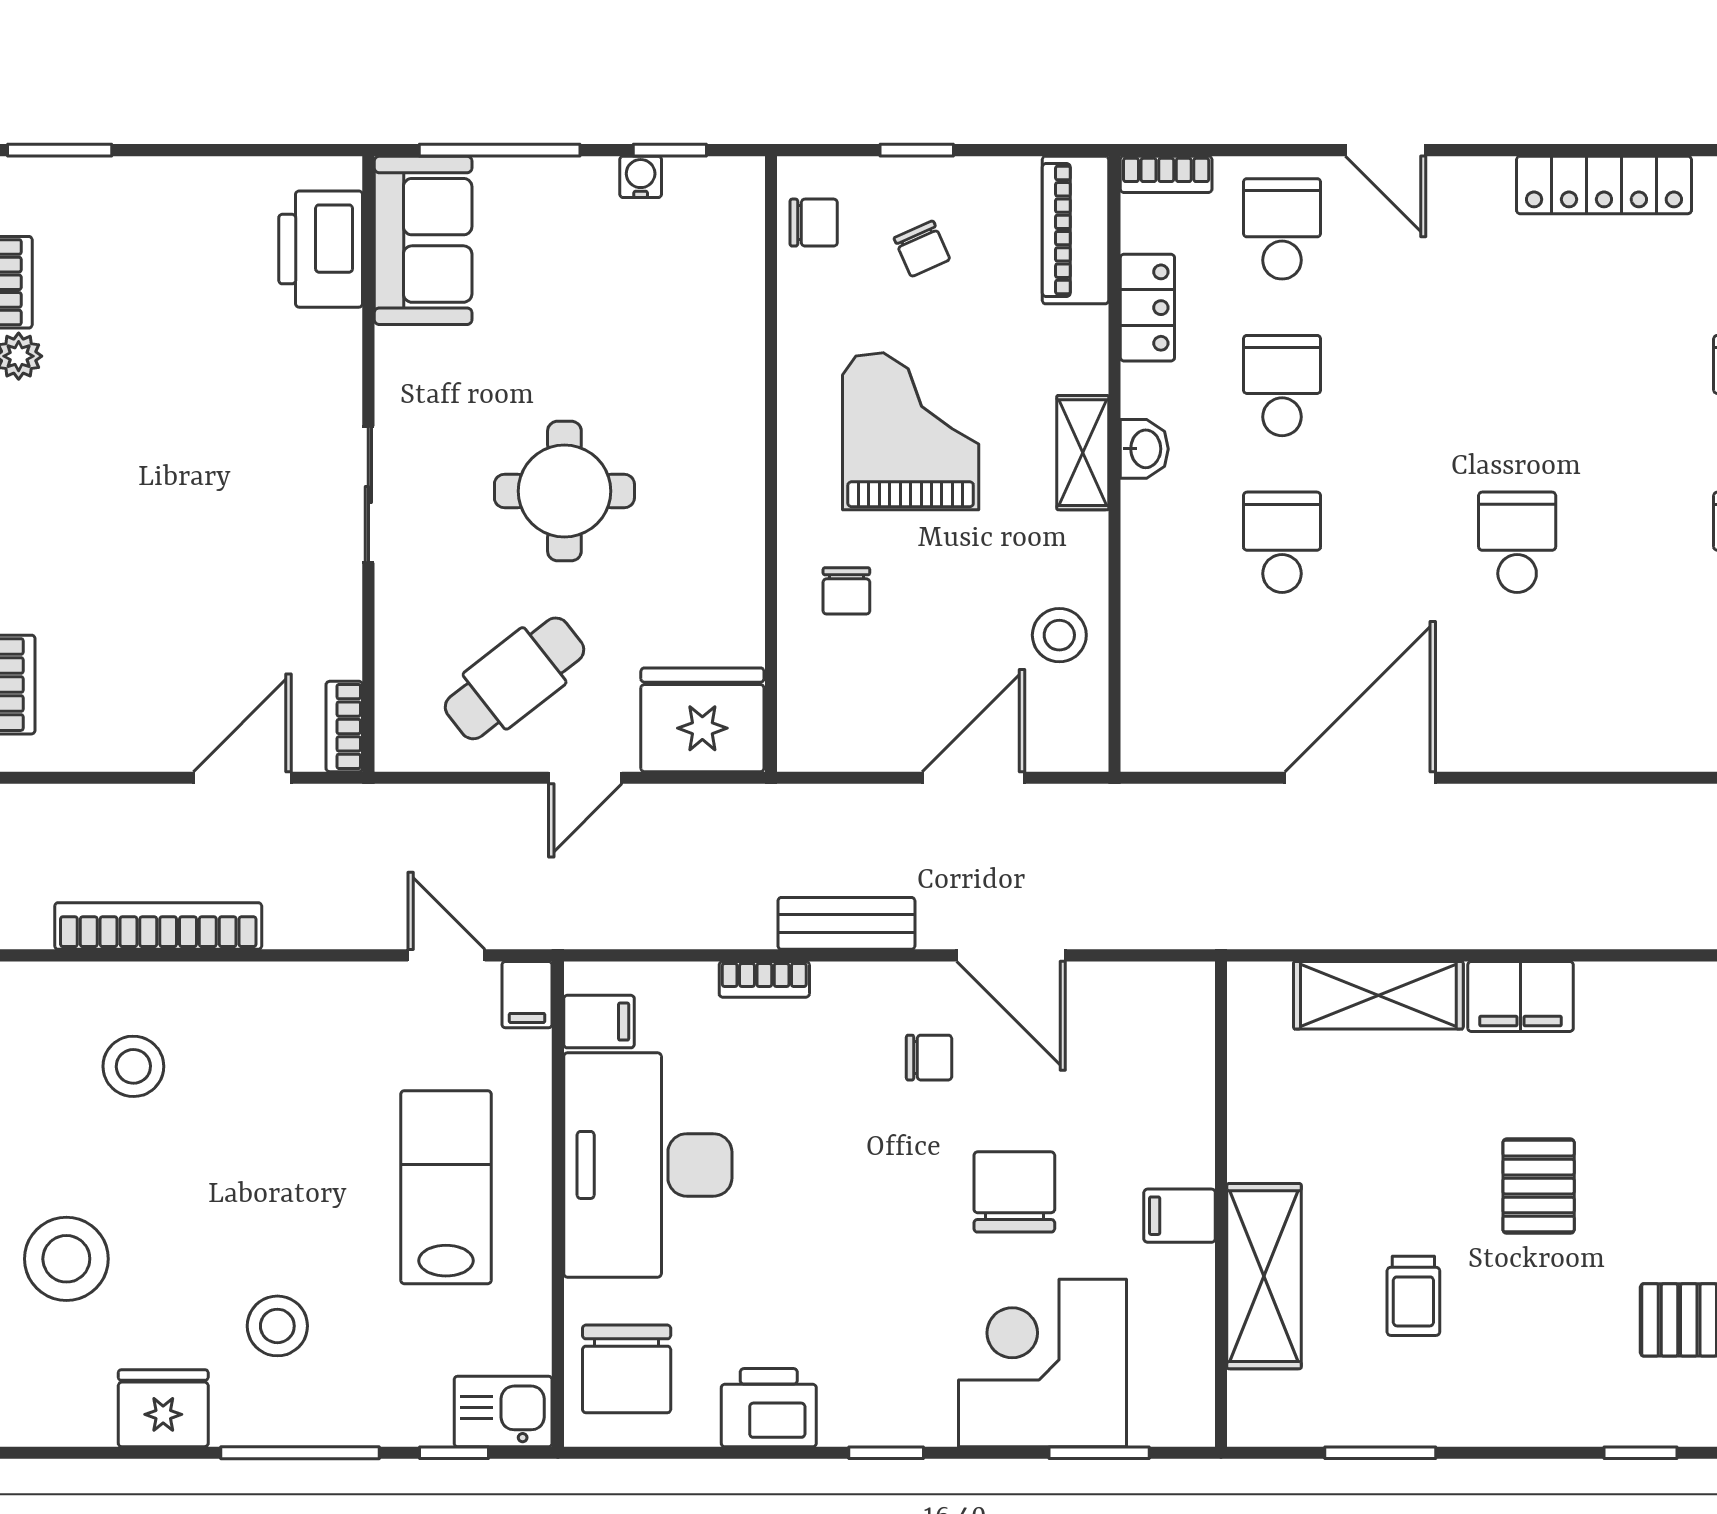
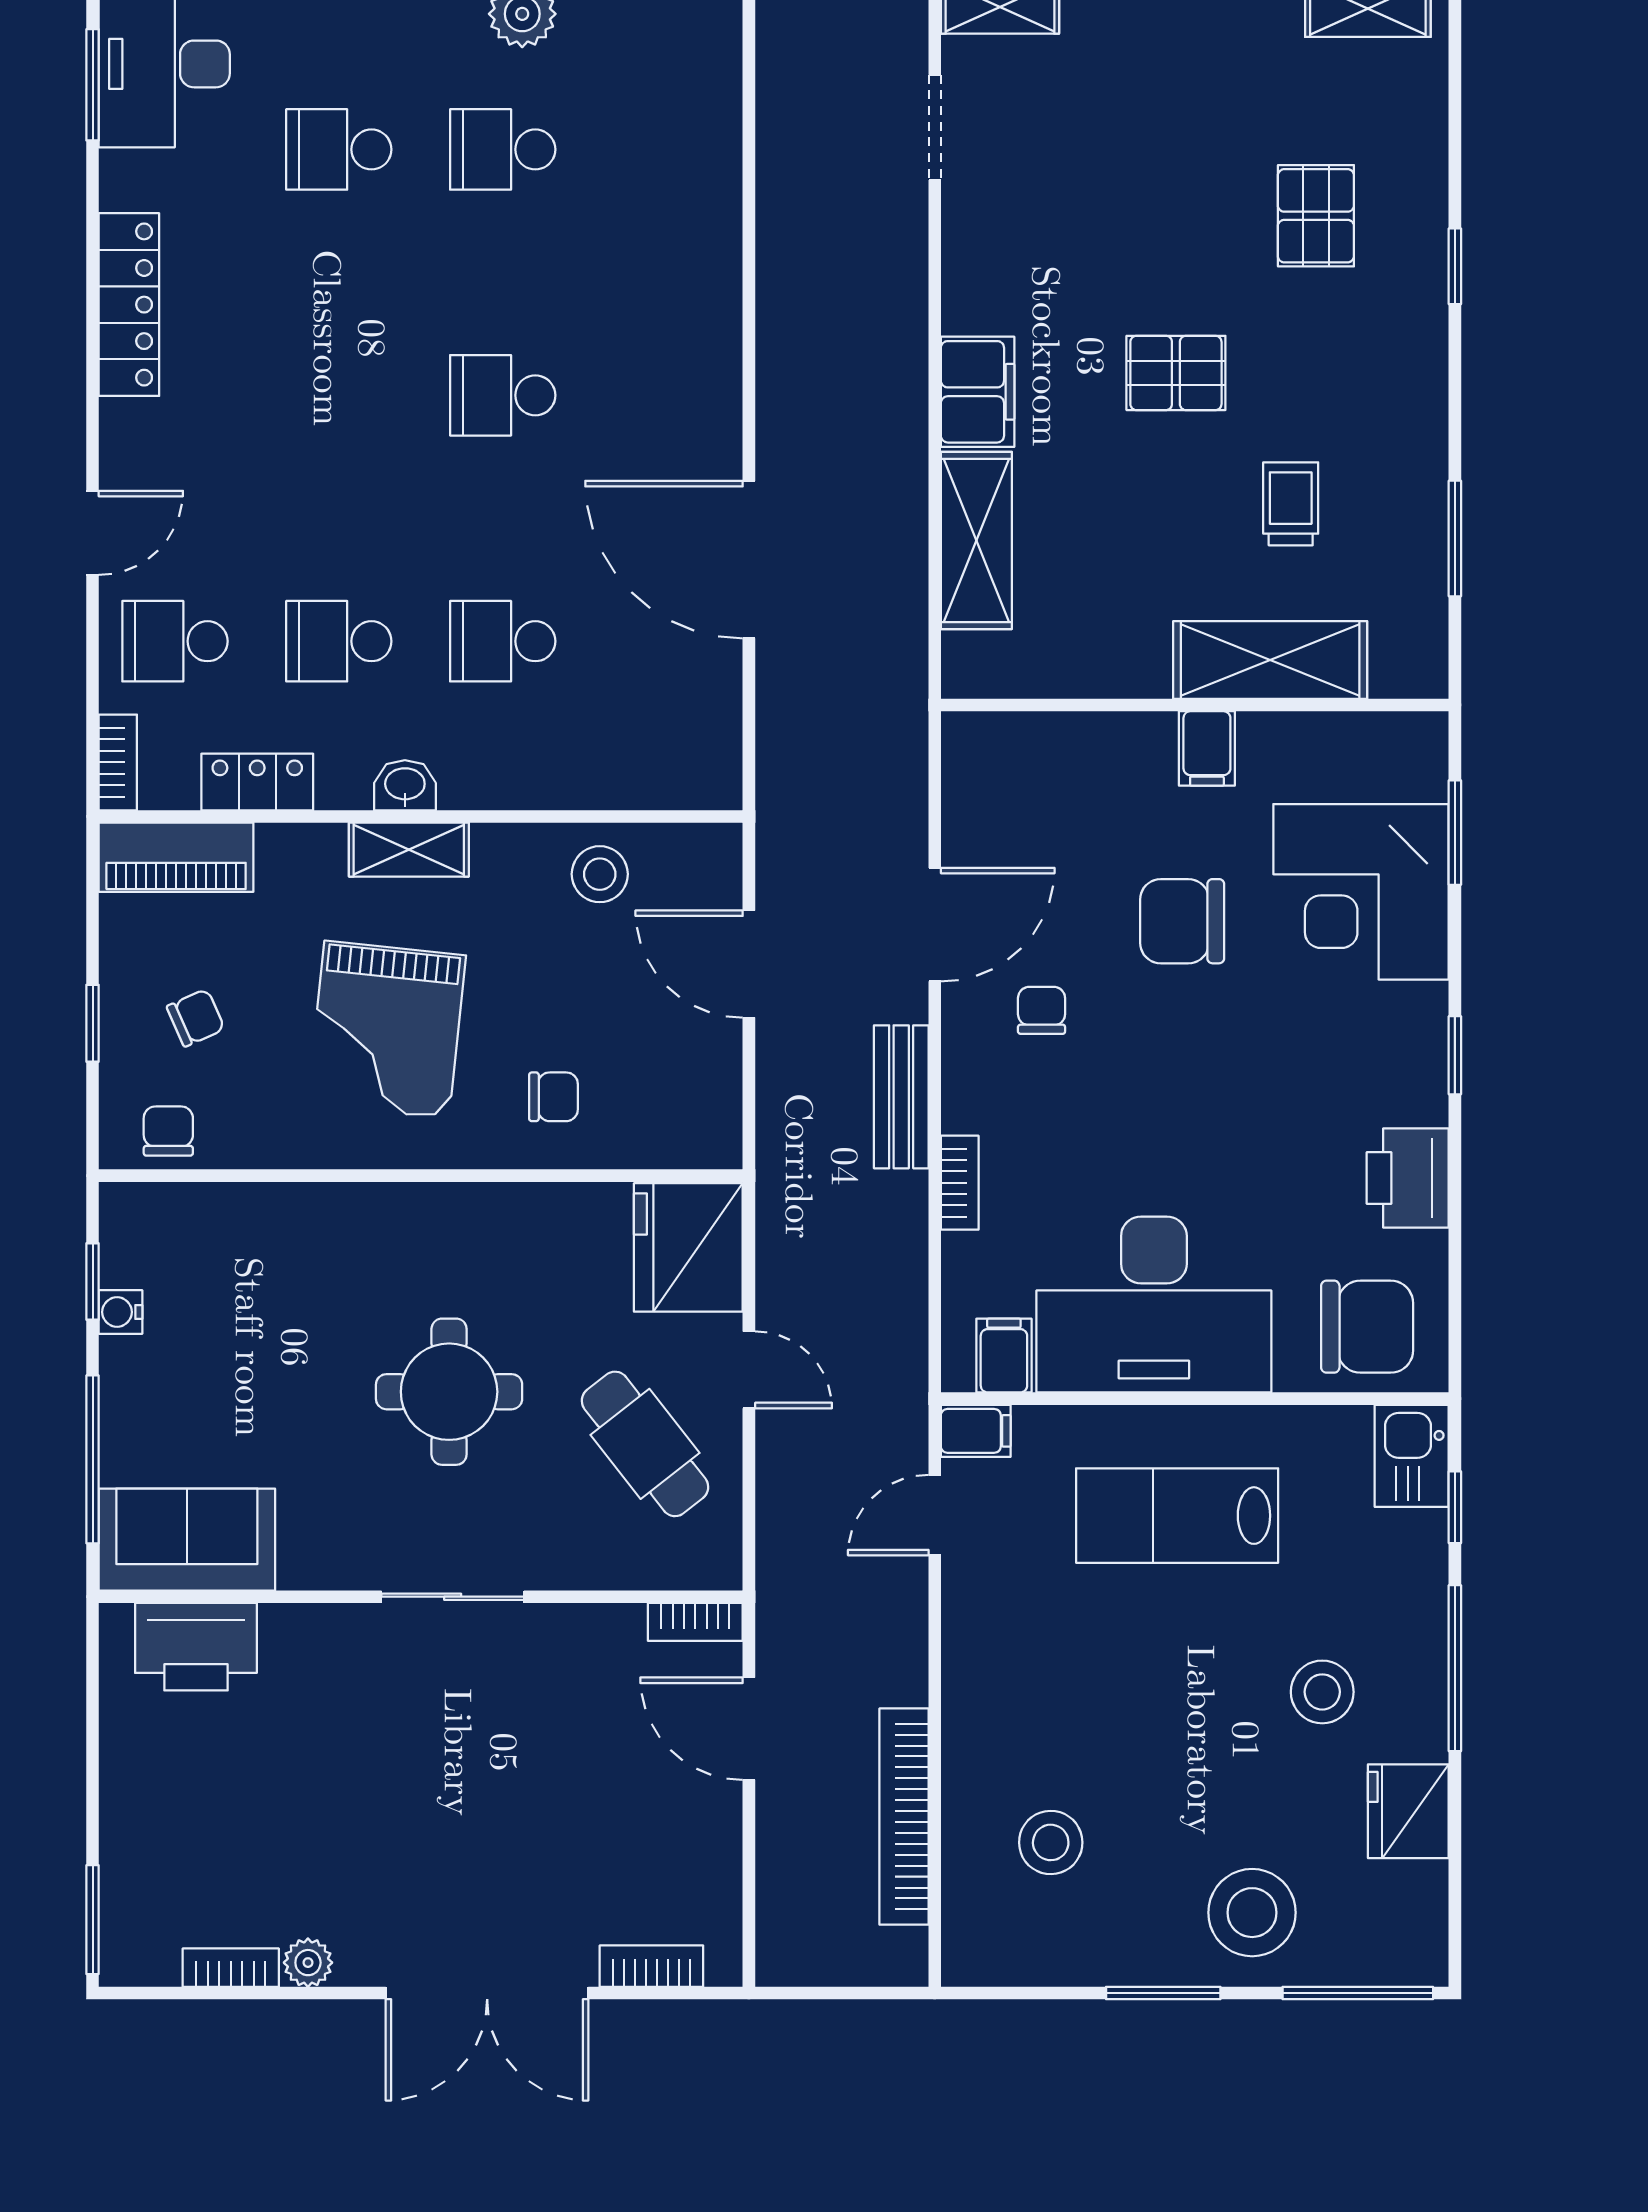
grand piano: (911, 431) -> (387, 1030), turned -84
trolley: (1413, 1296) -> (1291, 504), turned -90

